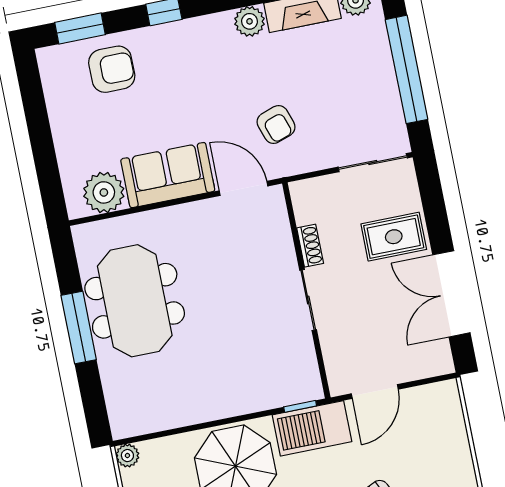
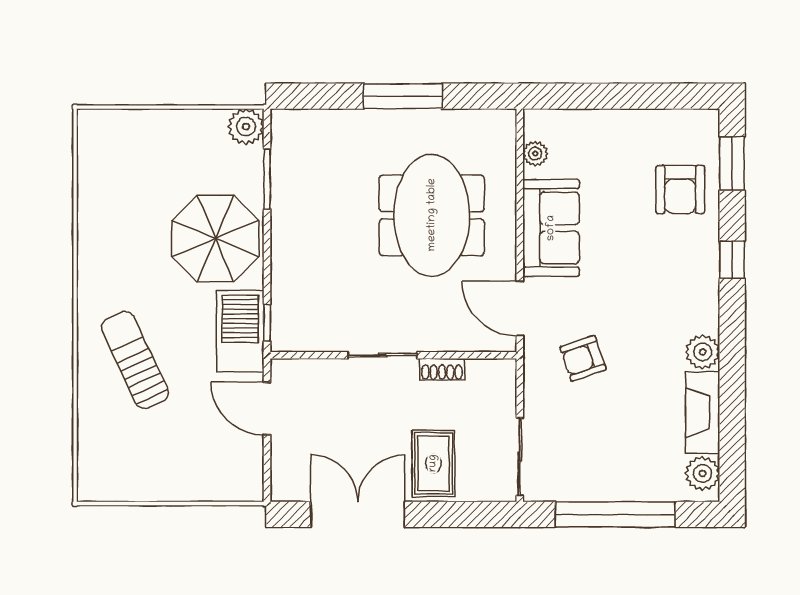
door: (243, 188) -> (520, 308), swing flipped
plant: (104, 192) -> (535, 154), width x0.53, depth x0.53
meeting table: (135, 301) -> (432, 215), moved, turned 90
window: (175, 431) -> (267, 179), added
plant: (127, 456) -> (246, 127), width x1.38, depth x1.38

